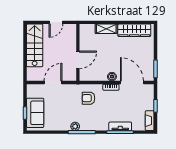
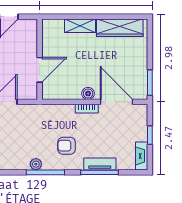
armchair: (89, 98) -> (67, 146), moved

